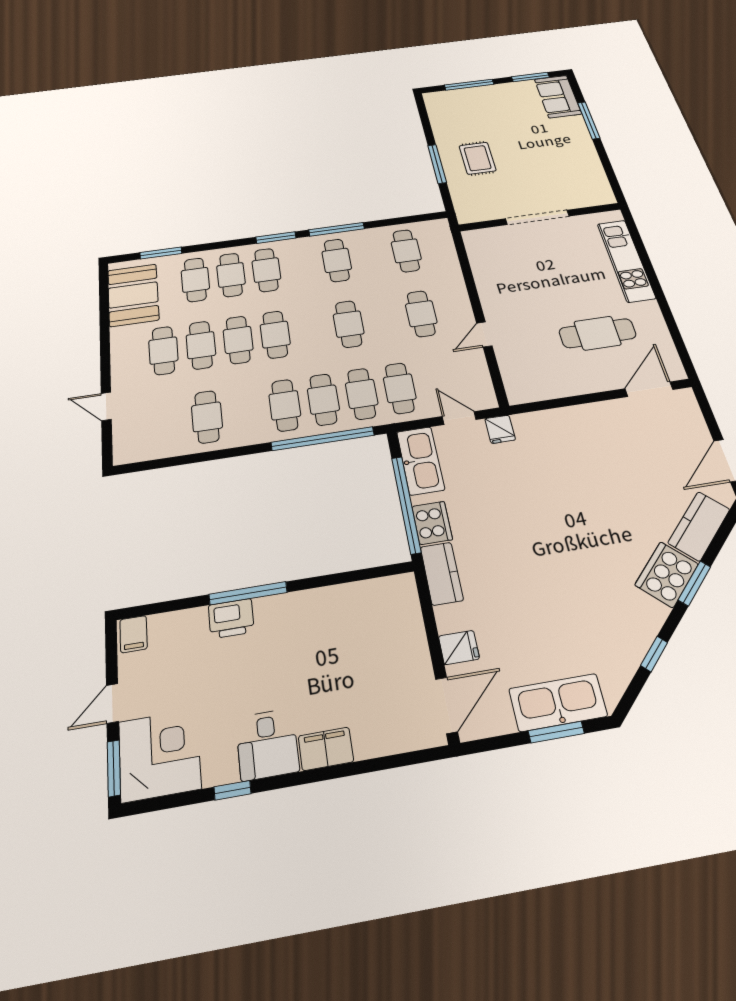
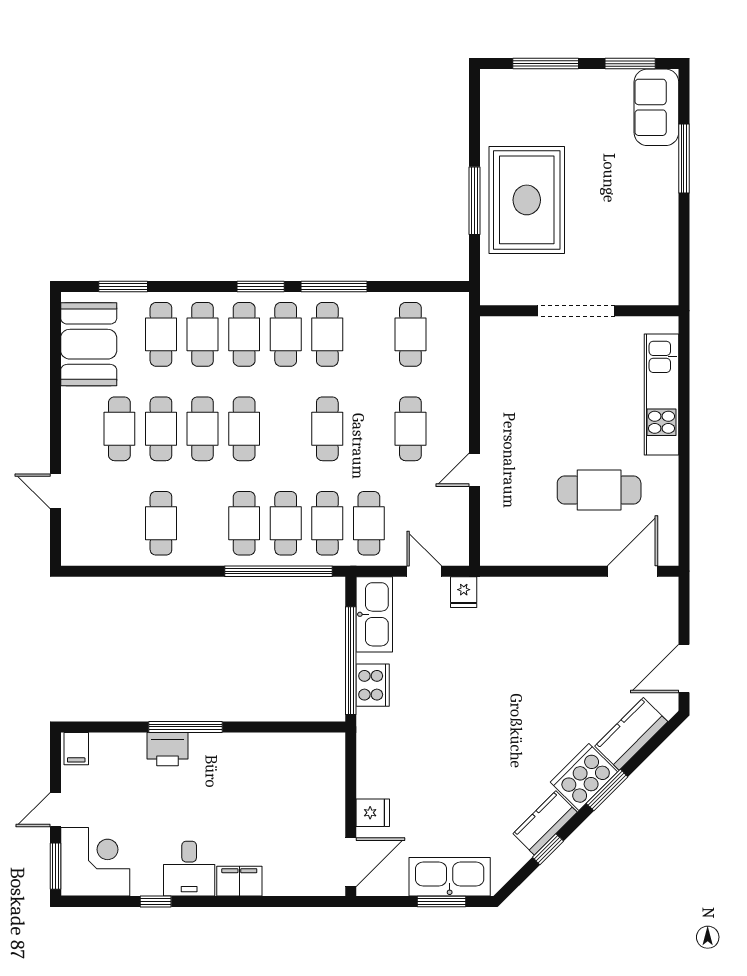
rug: (477, 158) -> (527, 200), width x1.86, depth x2.06
cafe table: (302, 265) -> (286, 334), added
kitchen counter: (442, 573) -> (545, 823), moved, turned -135

